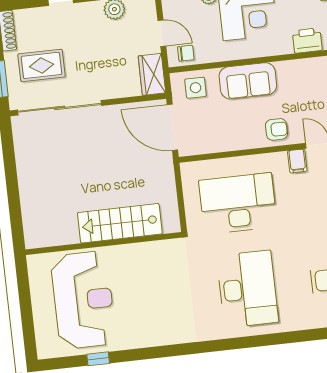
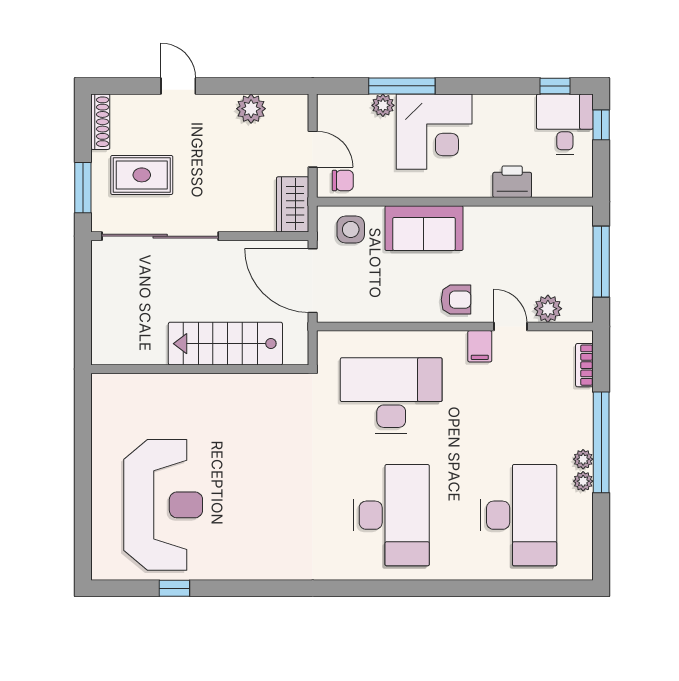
stairs: (120, 223) -> (225, 344), moved
wall: (104, 244) -> (200, 369), moved

